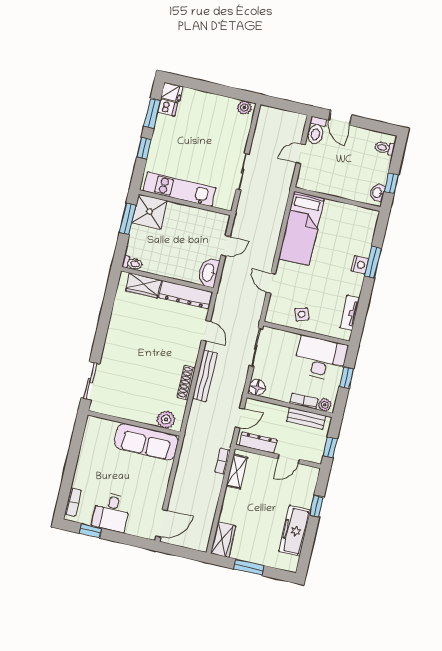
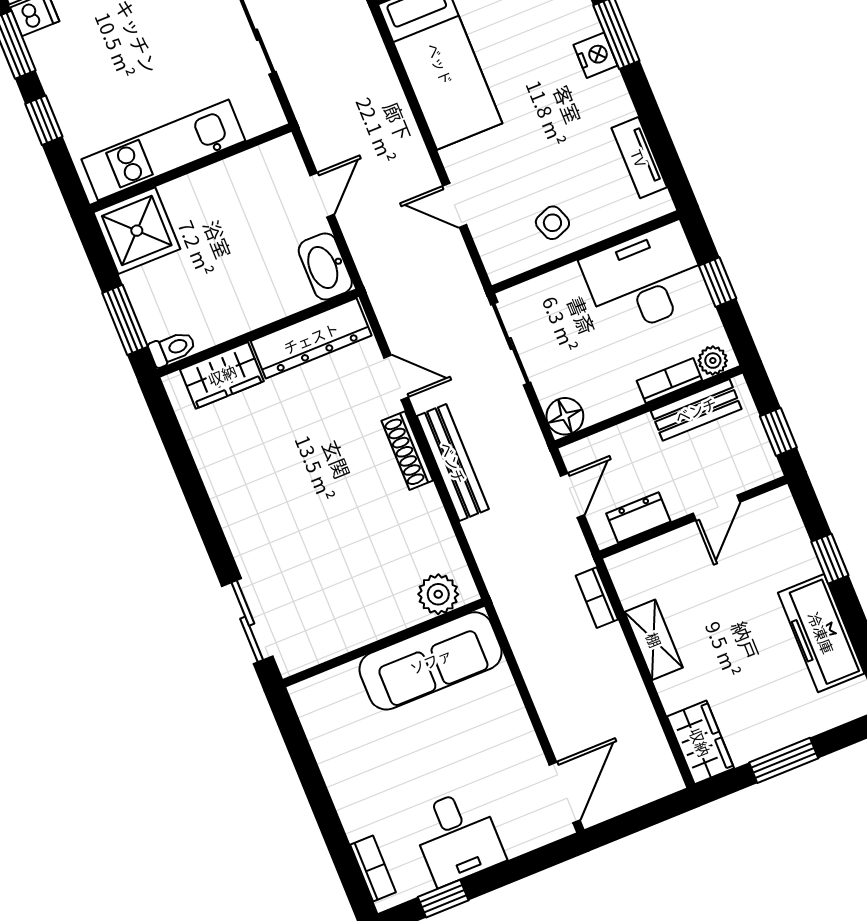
window: (128, 219) -> (125, 320), moved
shoe rack: (186, 382) -> (407, 451), moved
dresser: (258, 443) -> (638, 517), width x0.70
shelving: (237, 472) -> (654, 640), moved

